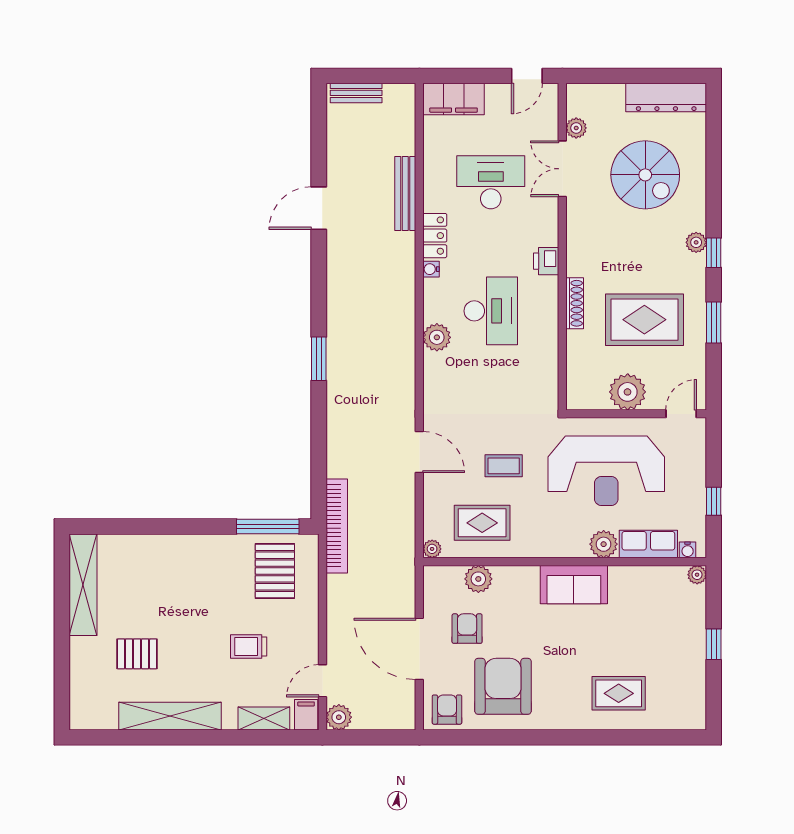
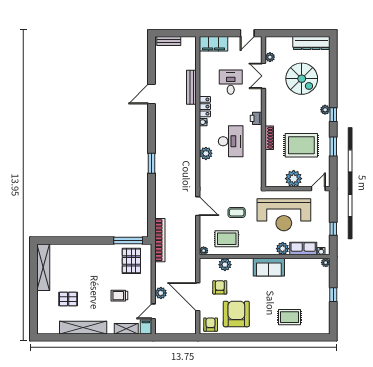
desk: (491, 182) -> (231, 82), width x0.73
plant: (339, 717) -> (161, 293), moved

